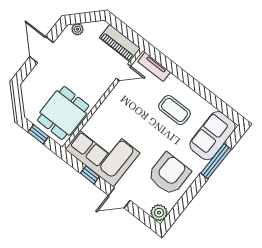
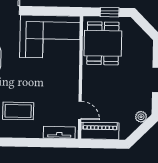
door: (123, 72) -> (80, 110), swing flipped
window: (90, 175) -> (46, 11), removed

